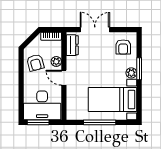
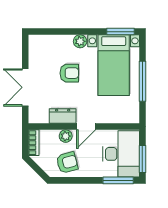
dresser: (72, 45) -> (63, 116), moved
armchair: (123, 47) -> (69, 73), moved
window: (139, 69) -> (120, 32), moved
window: (21, 103) -> (118, 180), added

